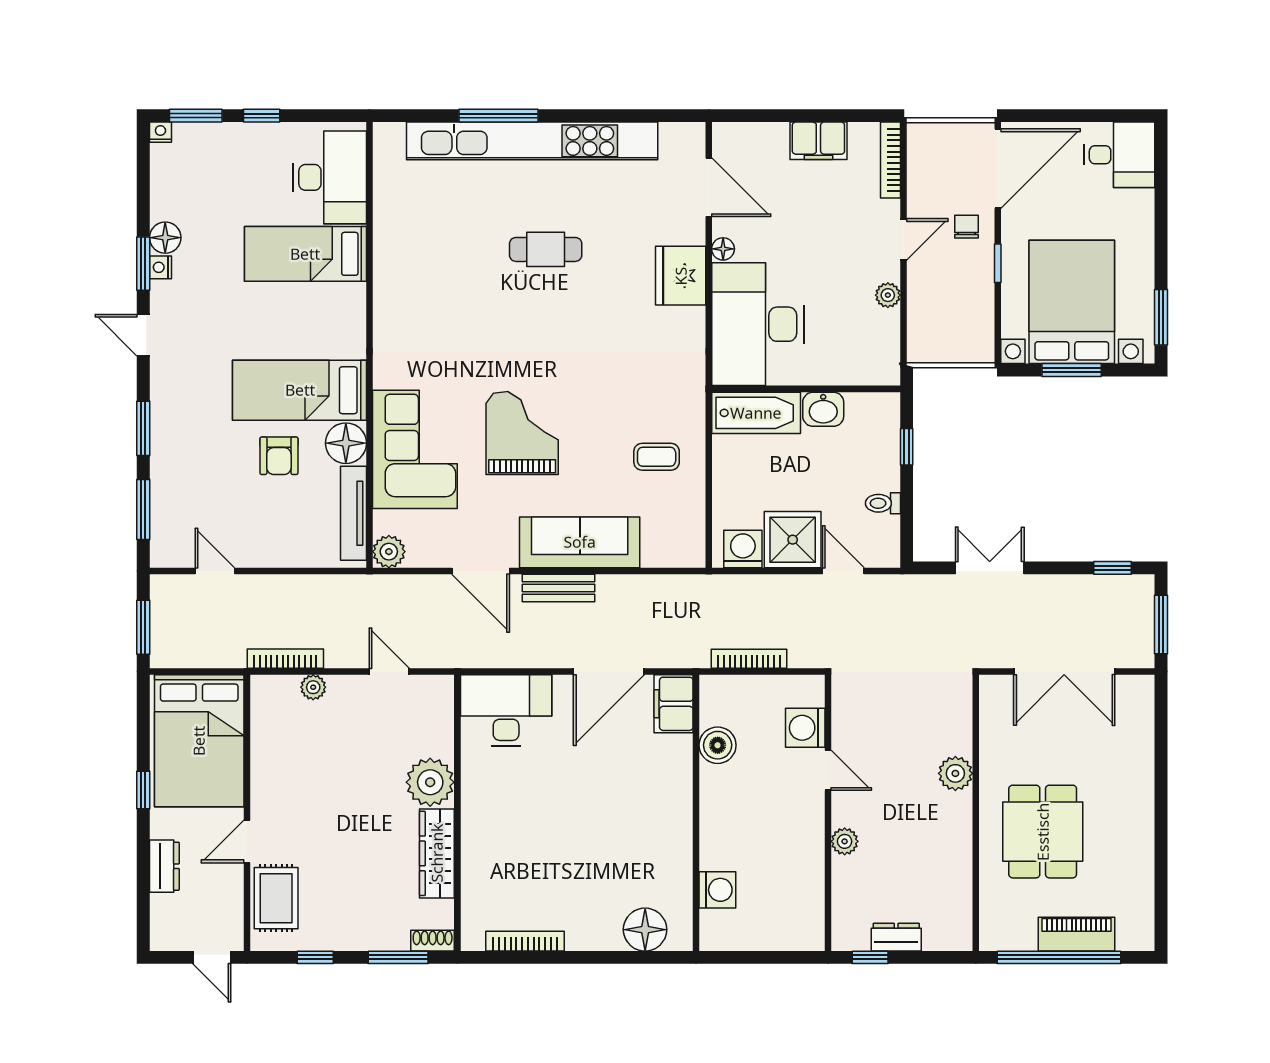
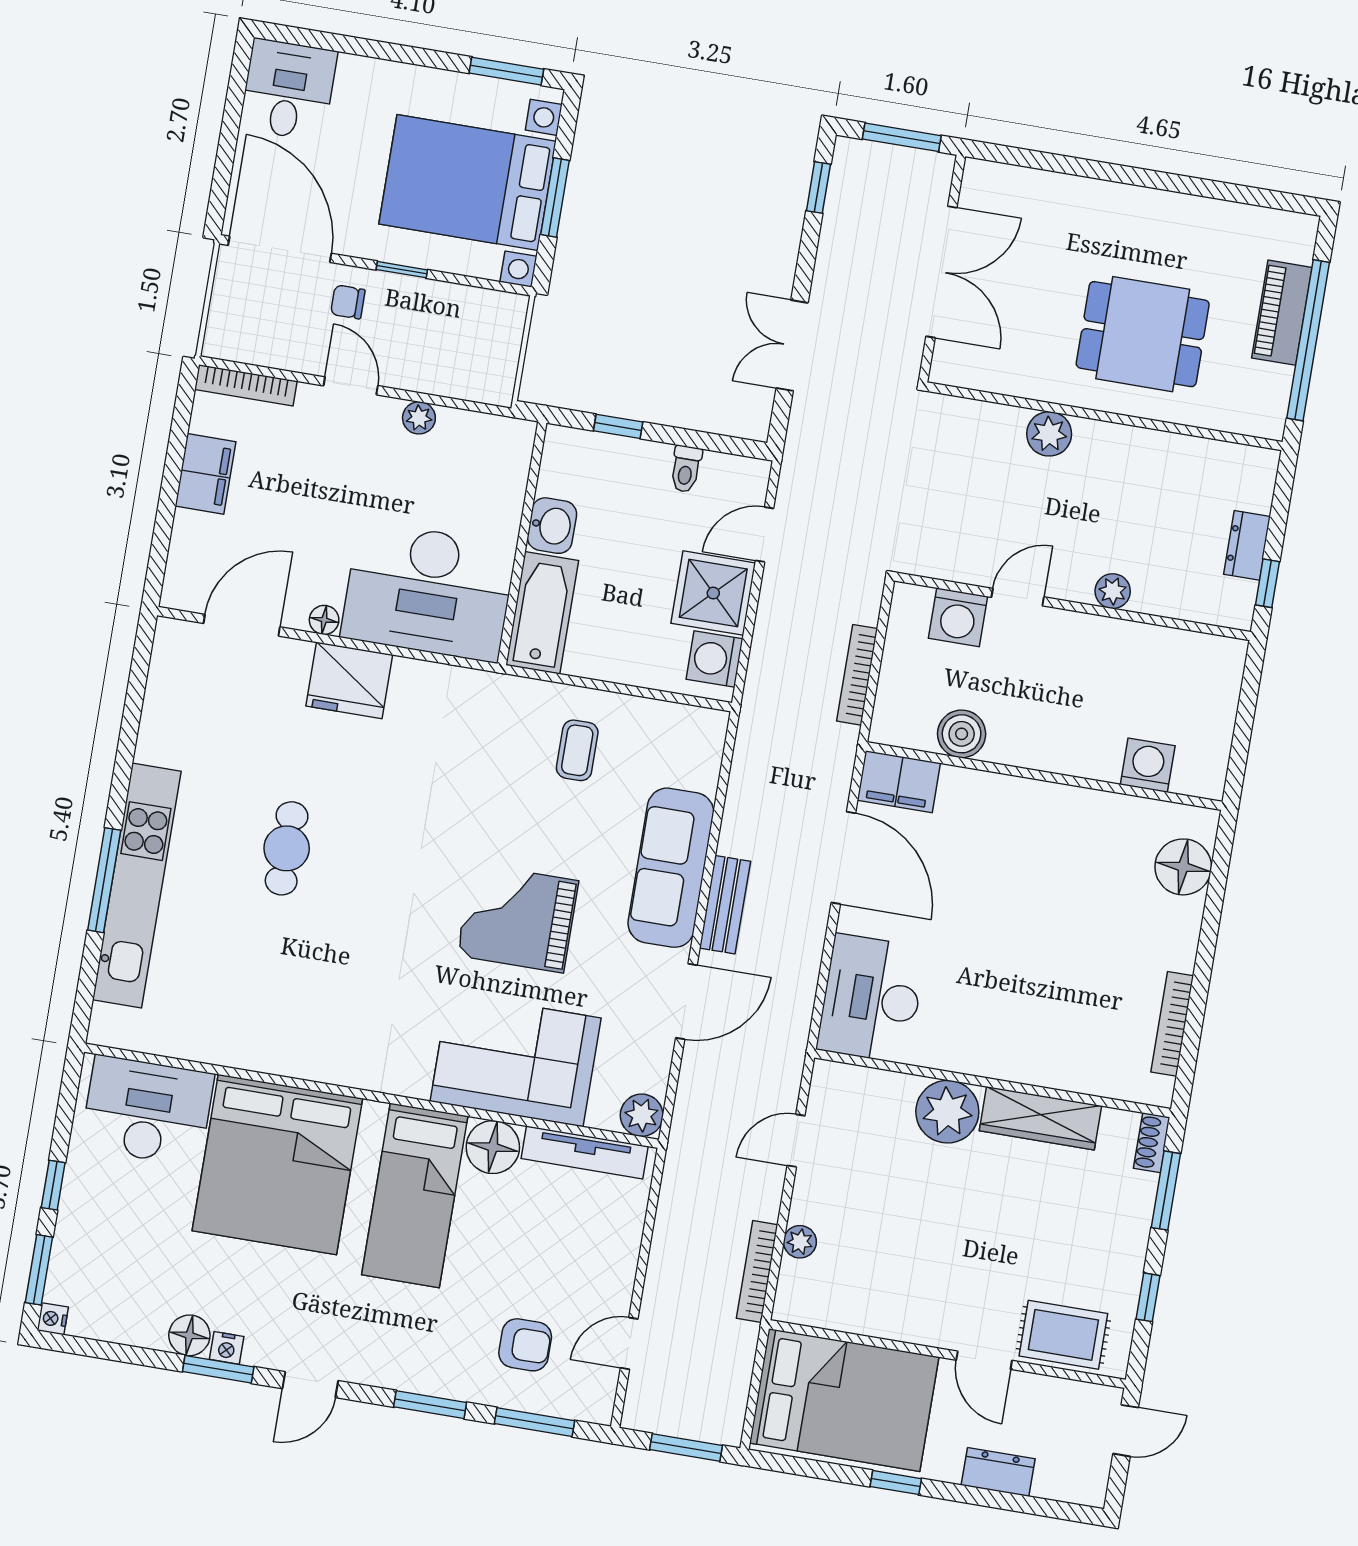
kitchen unit: (532, 141) -> (137, 885), width x0.73
bed: (305, 254) -> (277, 1165), width x2.04
armchair: (279, 456) -> (525, 1345), moved

